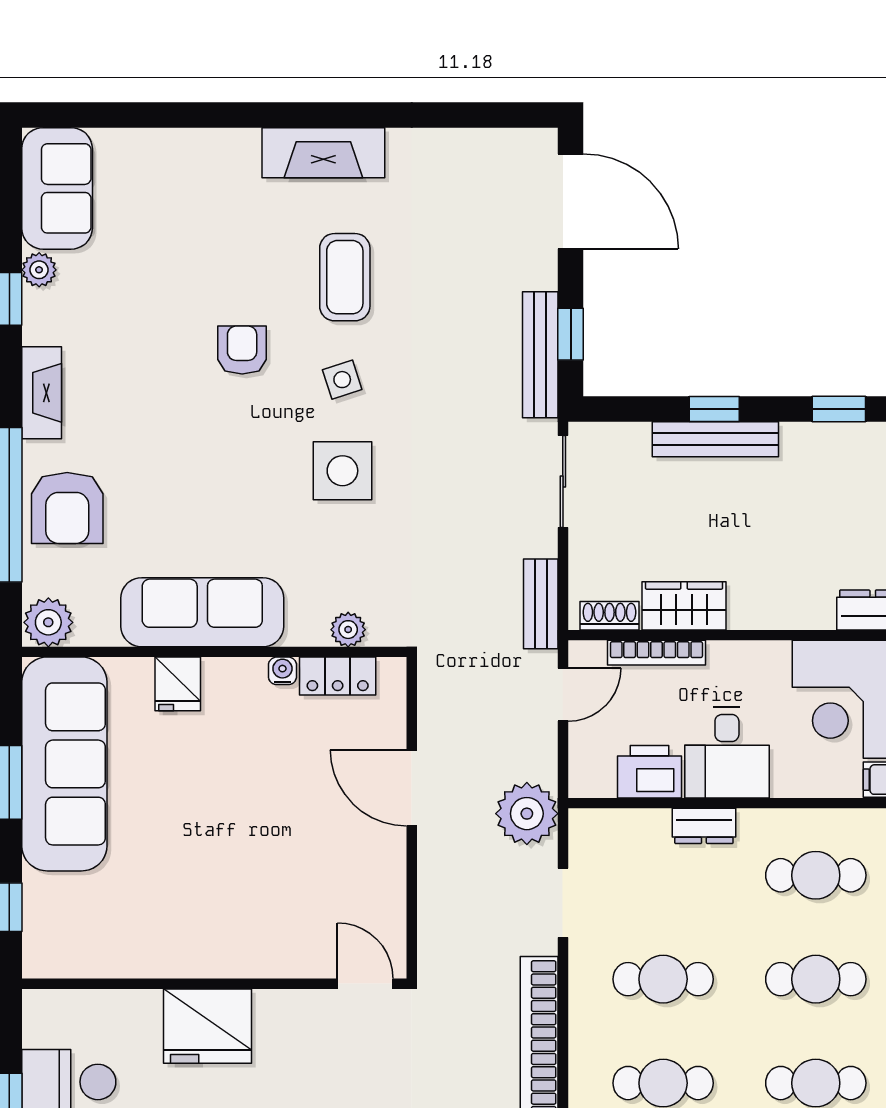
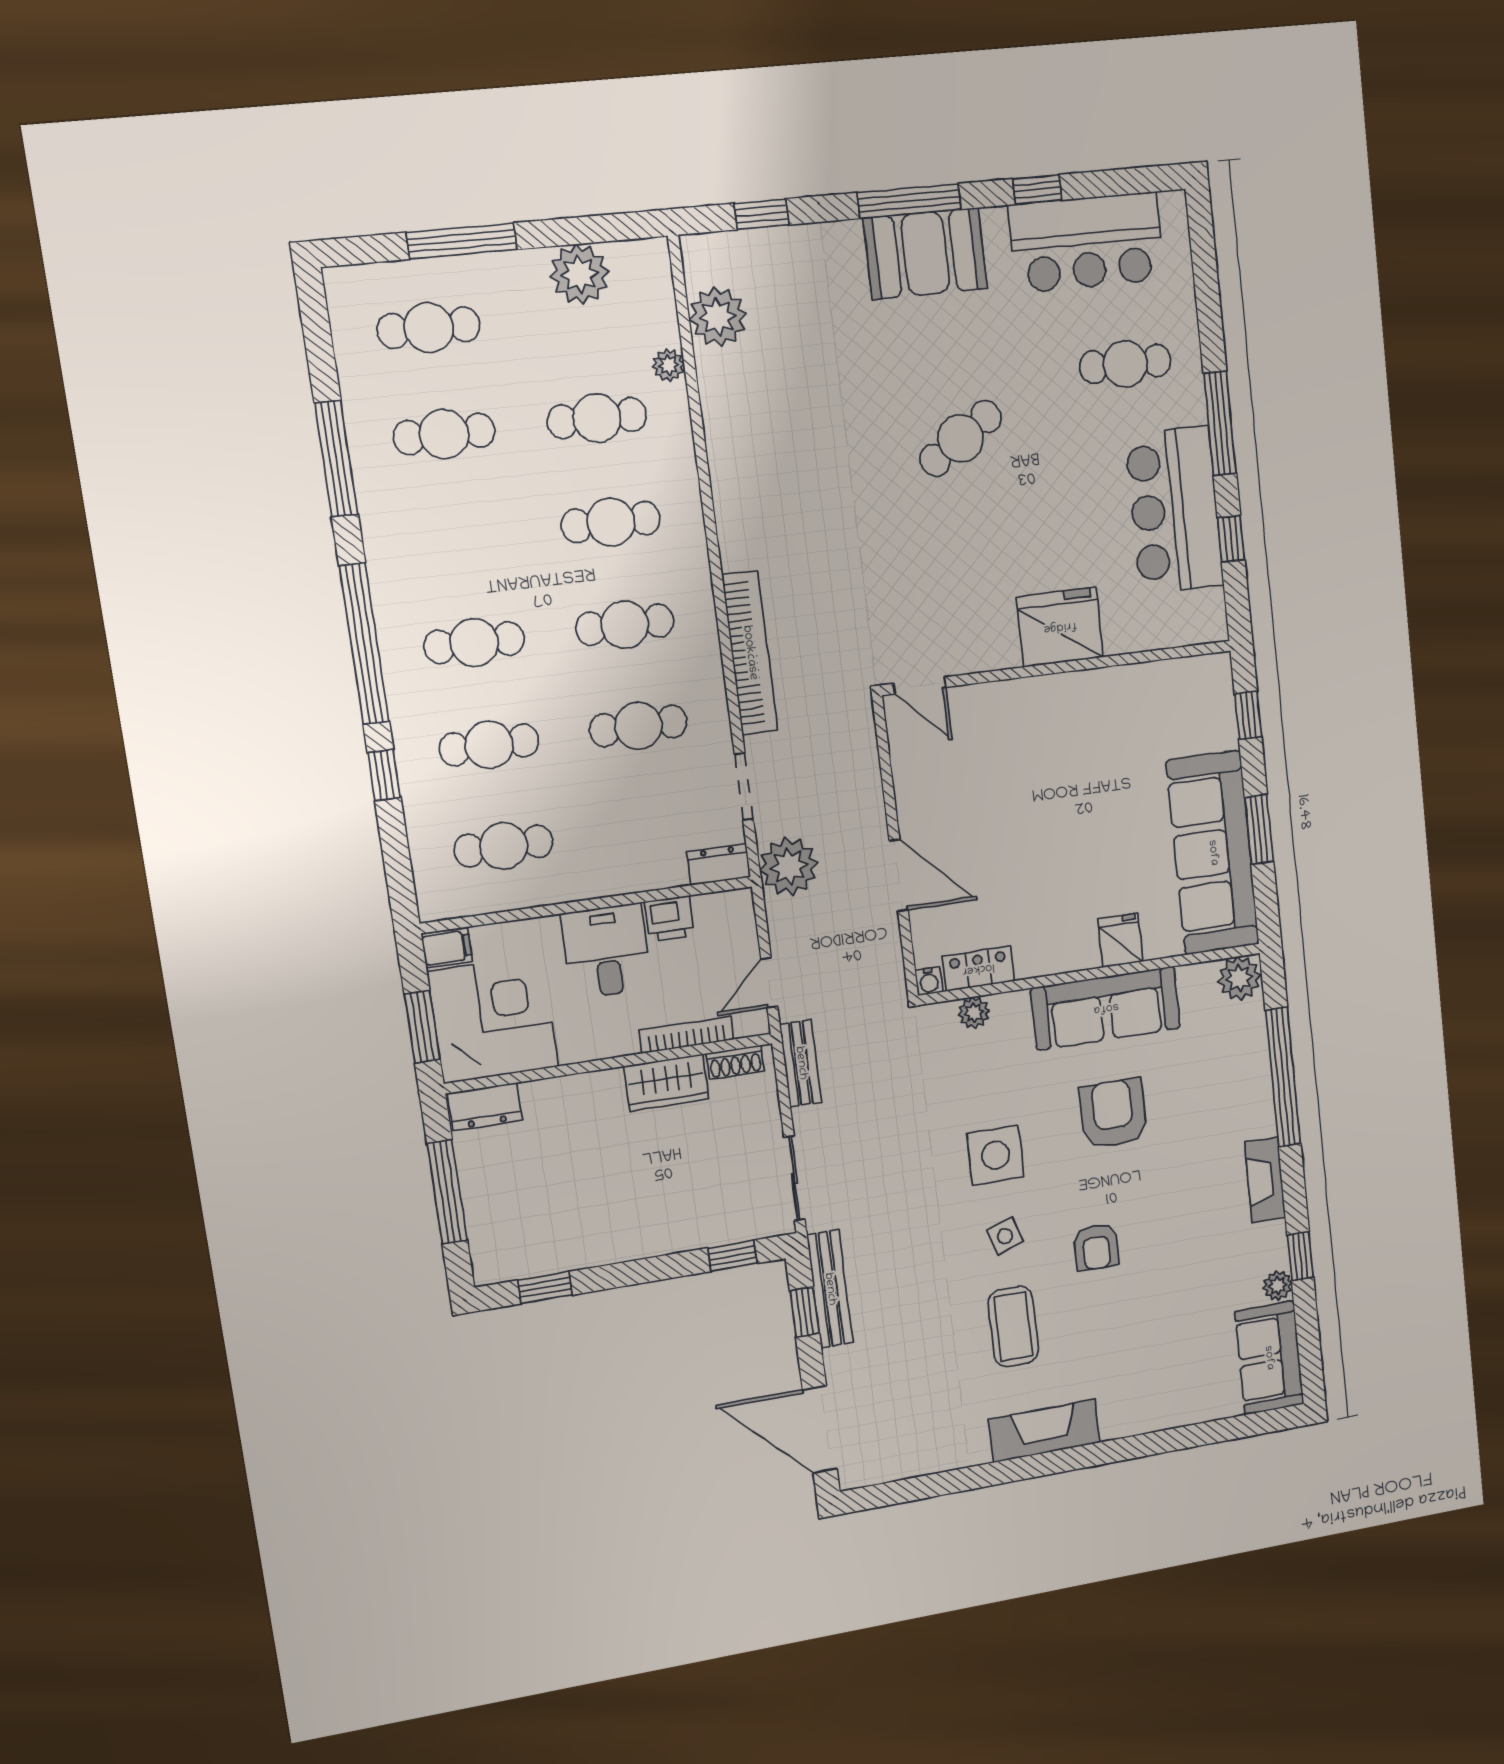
window: (714, 409) -> (732, 1256), moved
bench: (715, 439) -> (658, 1240), removed
armchair: (67, 508) -> (1113, 1114), moved
water cooler: (282, 671) -> (929, 981), moved
printer: (650, 772) -> (669, 919), width x0.73, depth x0.81
dresser: (704, 826) -> (719, 864), moved

